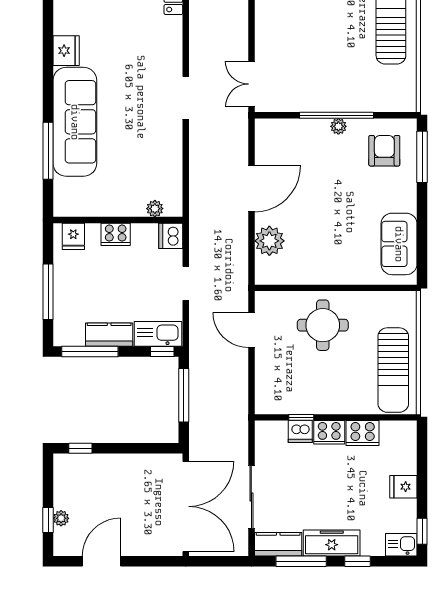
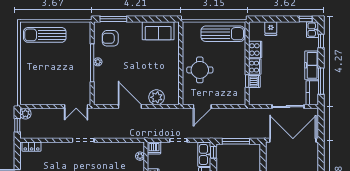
fridge: (403, 487) -> (271, 29), moved
window: (358, 561) -> (321, 41), moved

